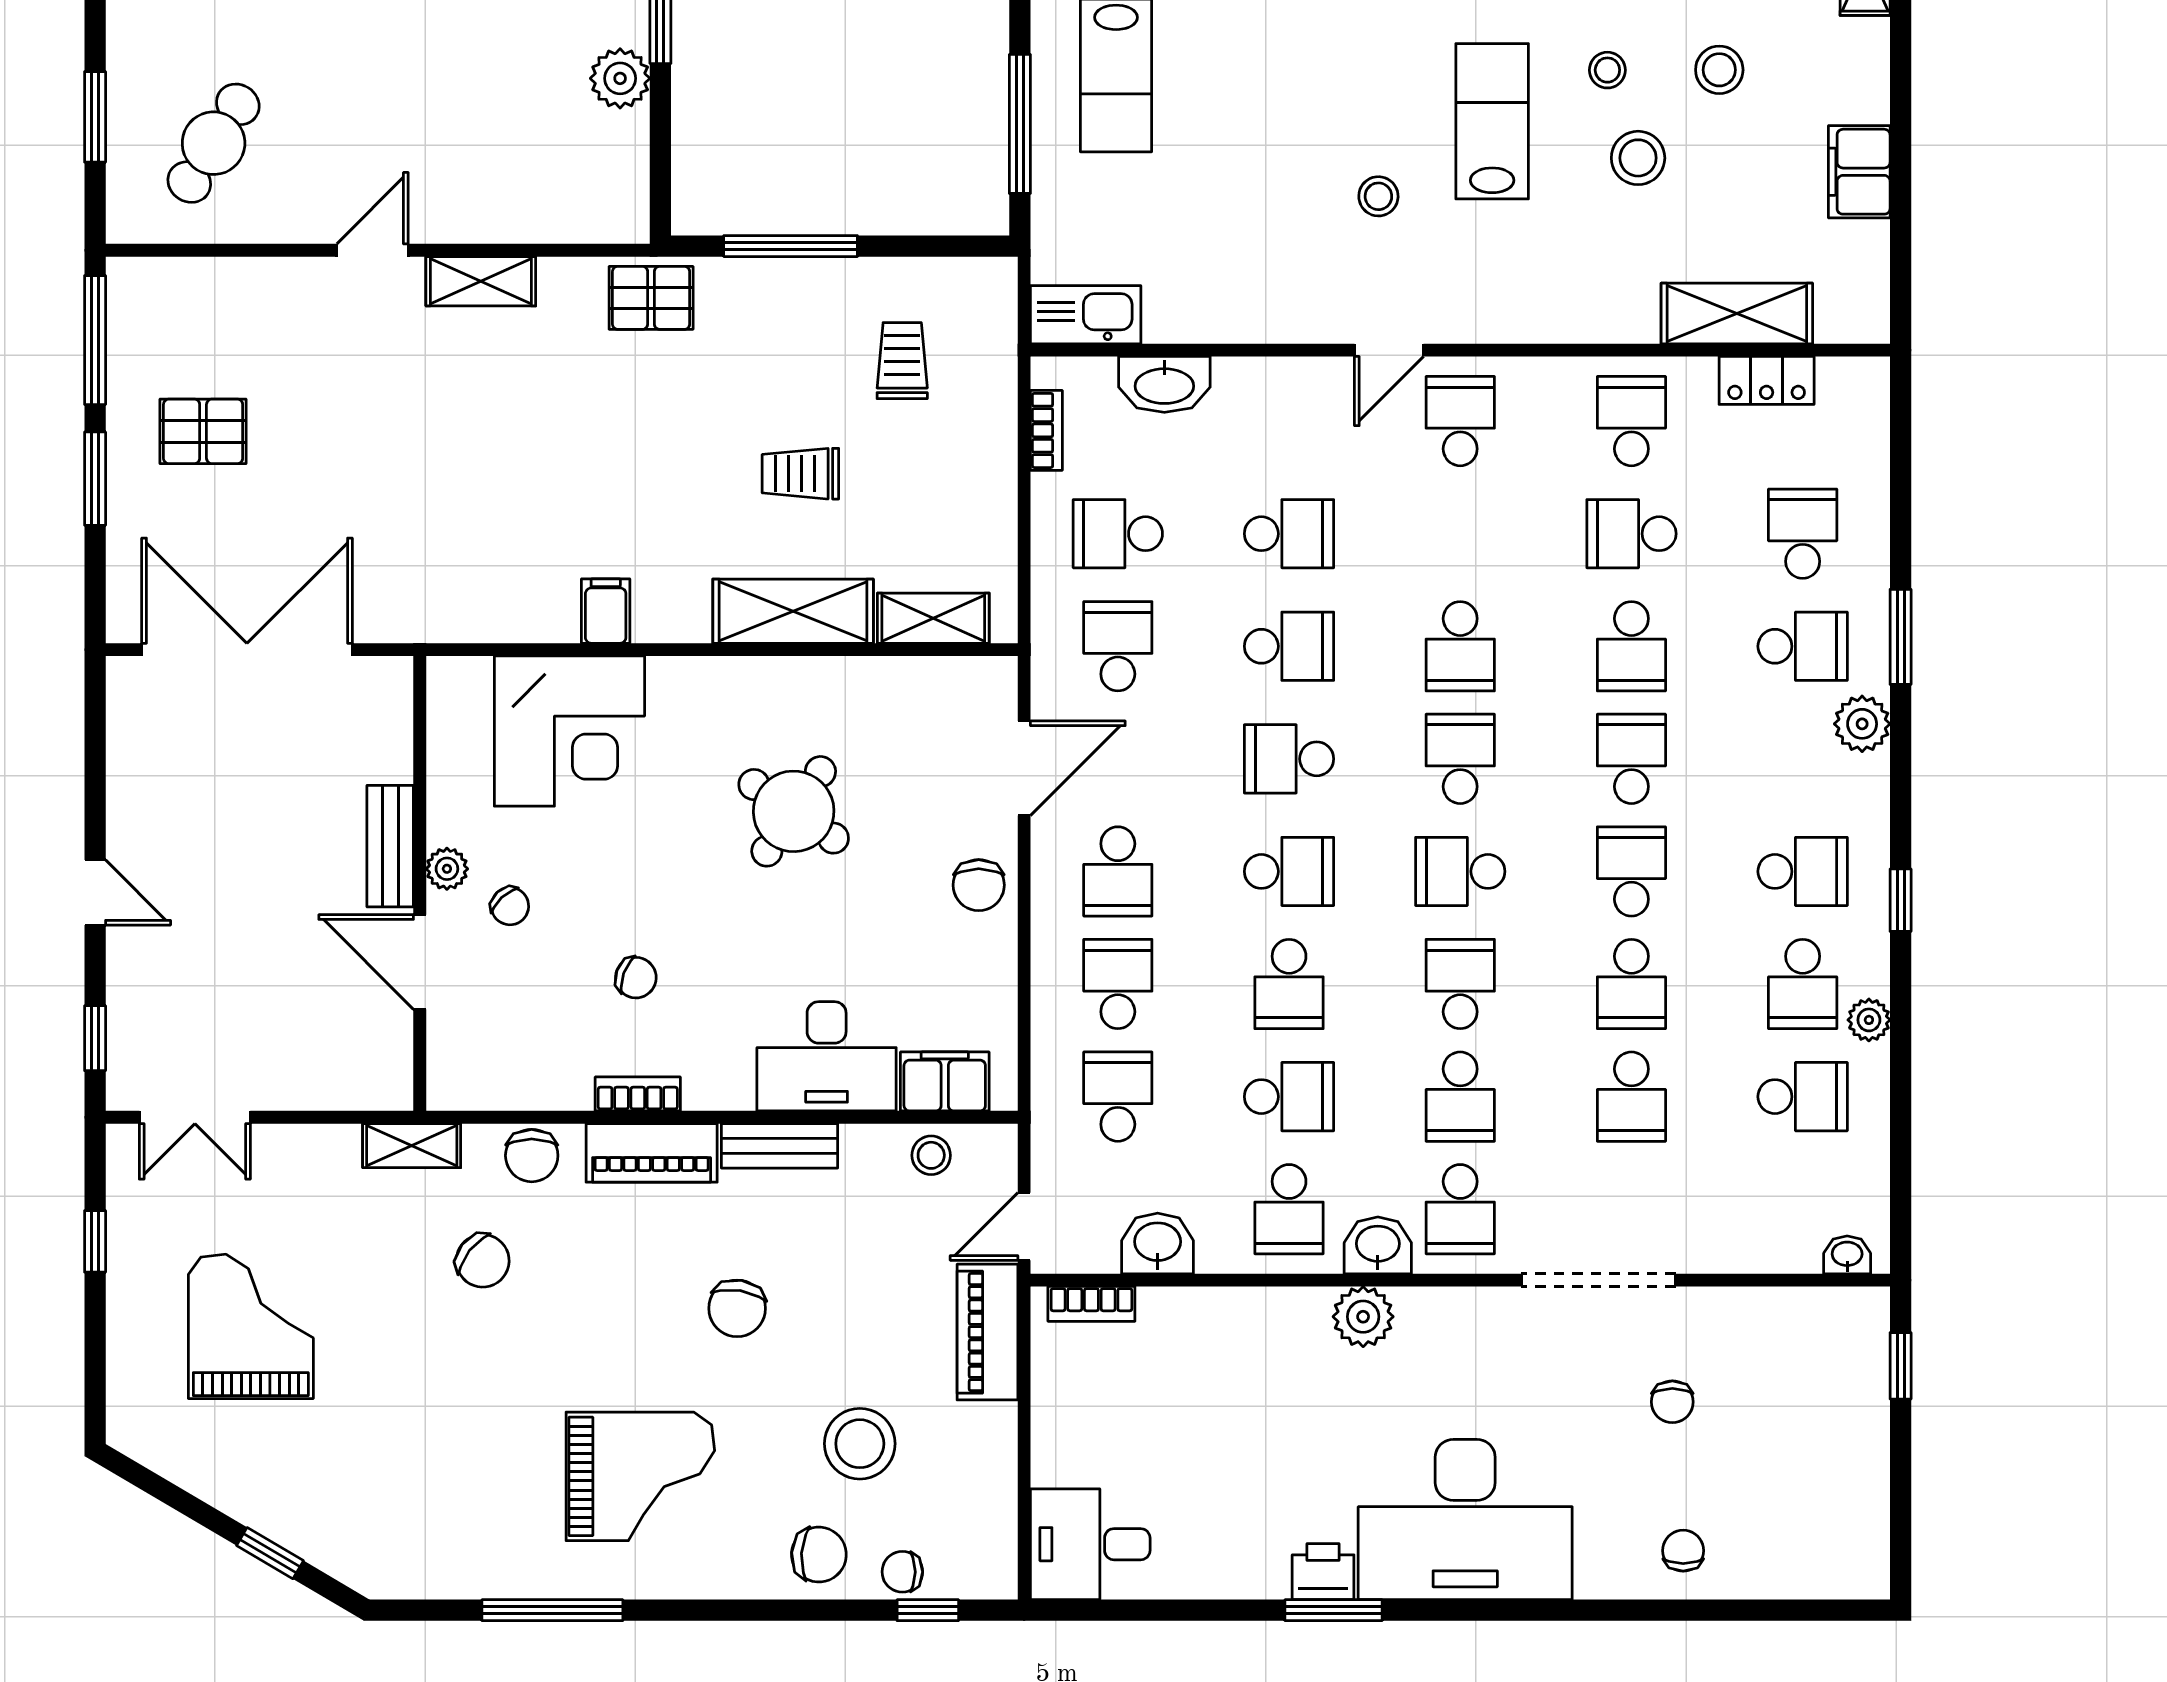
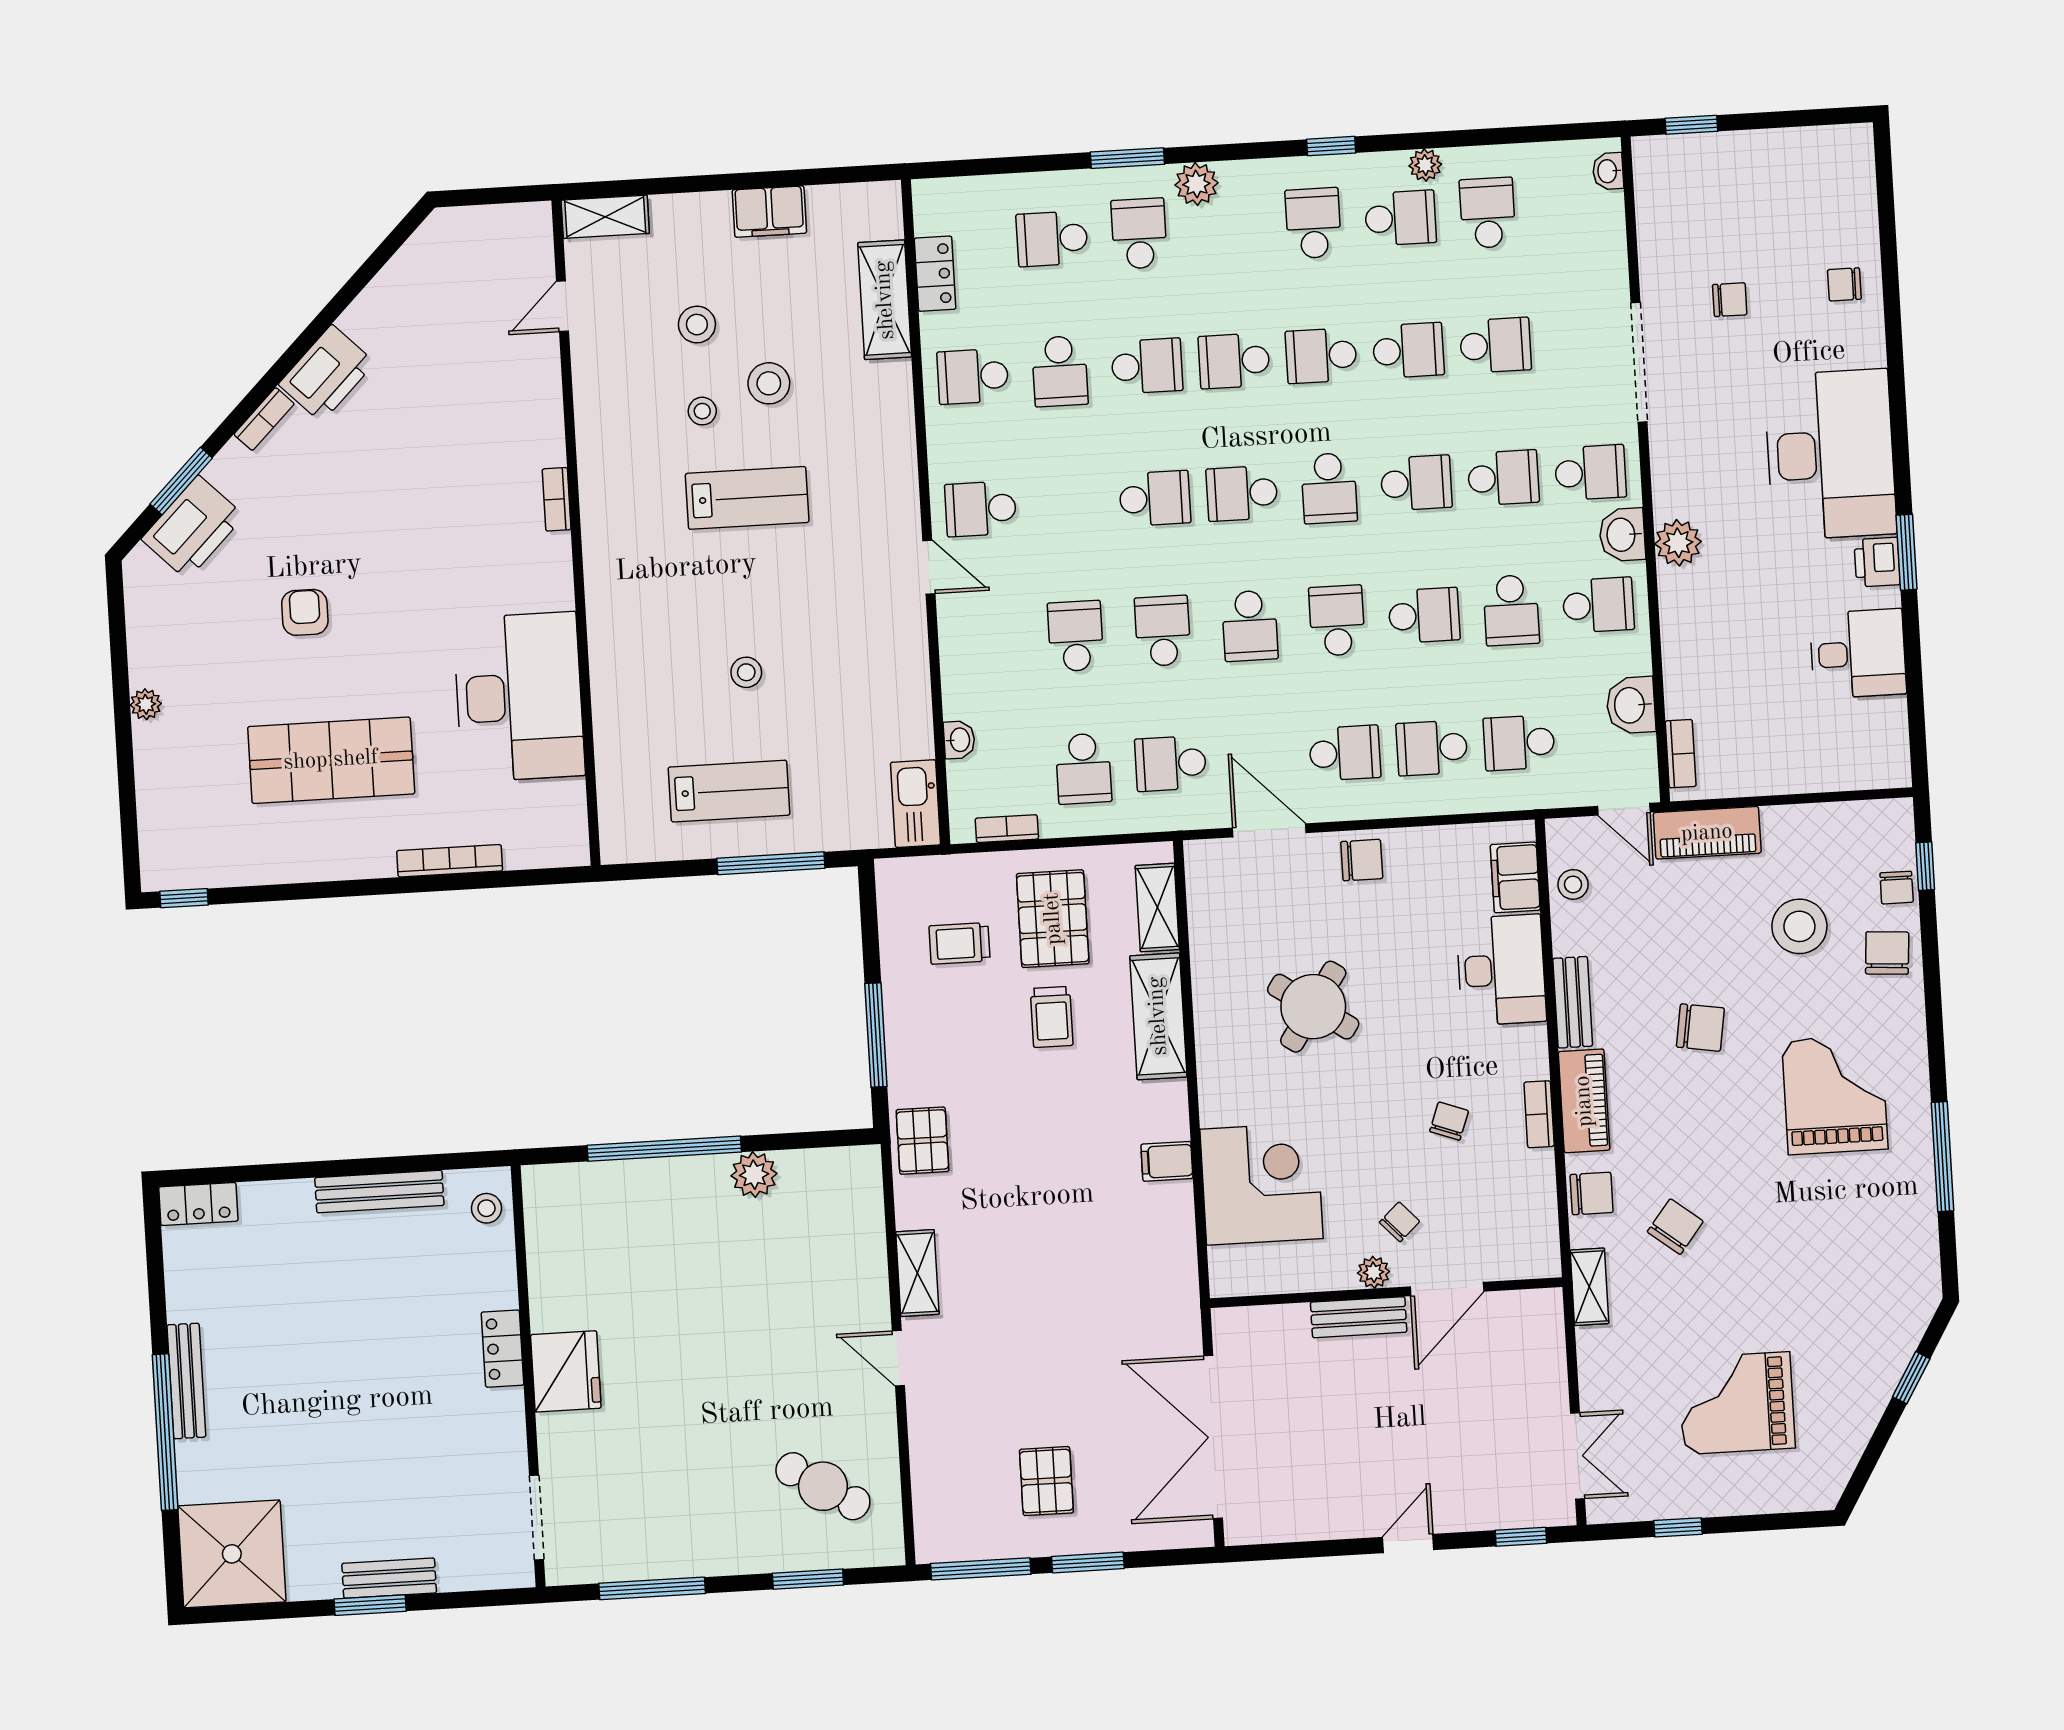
lab bench: (1492, 121) -> (747, 498), turned 180
stool: (1378, 196) -> (746, 672), moved
washbasin: (1164, 384) -> (959, 740), width x0.52, depth x0.69
pallet: (927, 483) -> (1053, 919), added
school desk: (1460, 984) -> (1416, 483), turned 180
school desk: (1289, 1097) -> (1511, 610), turned 180
desk: (1090, 1544) -> (1858, 654), moved, turned -90

